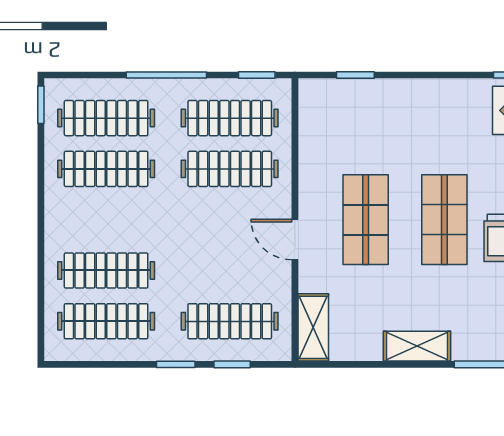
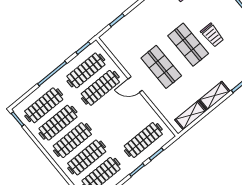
clothes rail: (106, 220) -> (72, 140), added
door: (295, 240) -> (135, 85), moved
shelving: (313, 327) -> (191, 115), moved, turned 90

